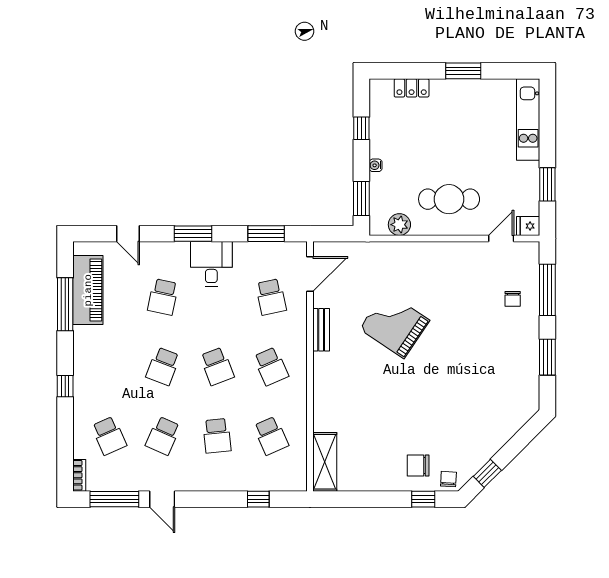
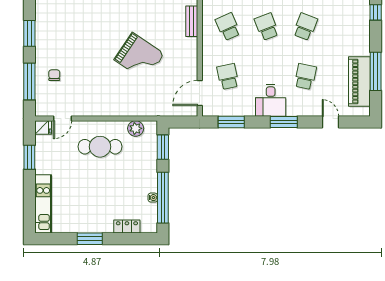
window: (361, 128) -> (163, 198), width x3.17
water cooler: (376, 165) -> (153, 198), moved
bench: (321, 330) -> (192, 21), moved

